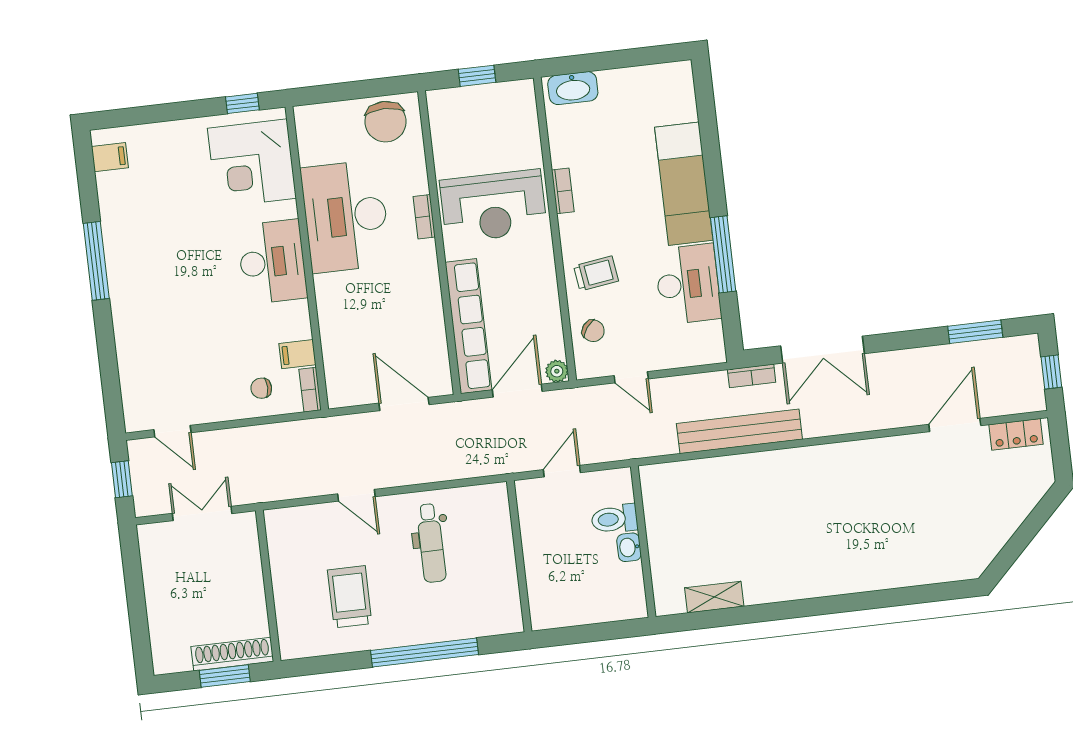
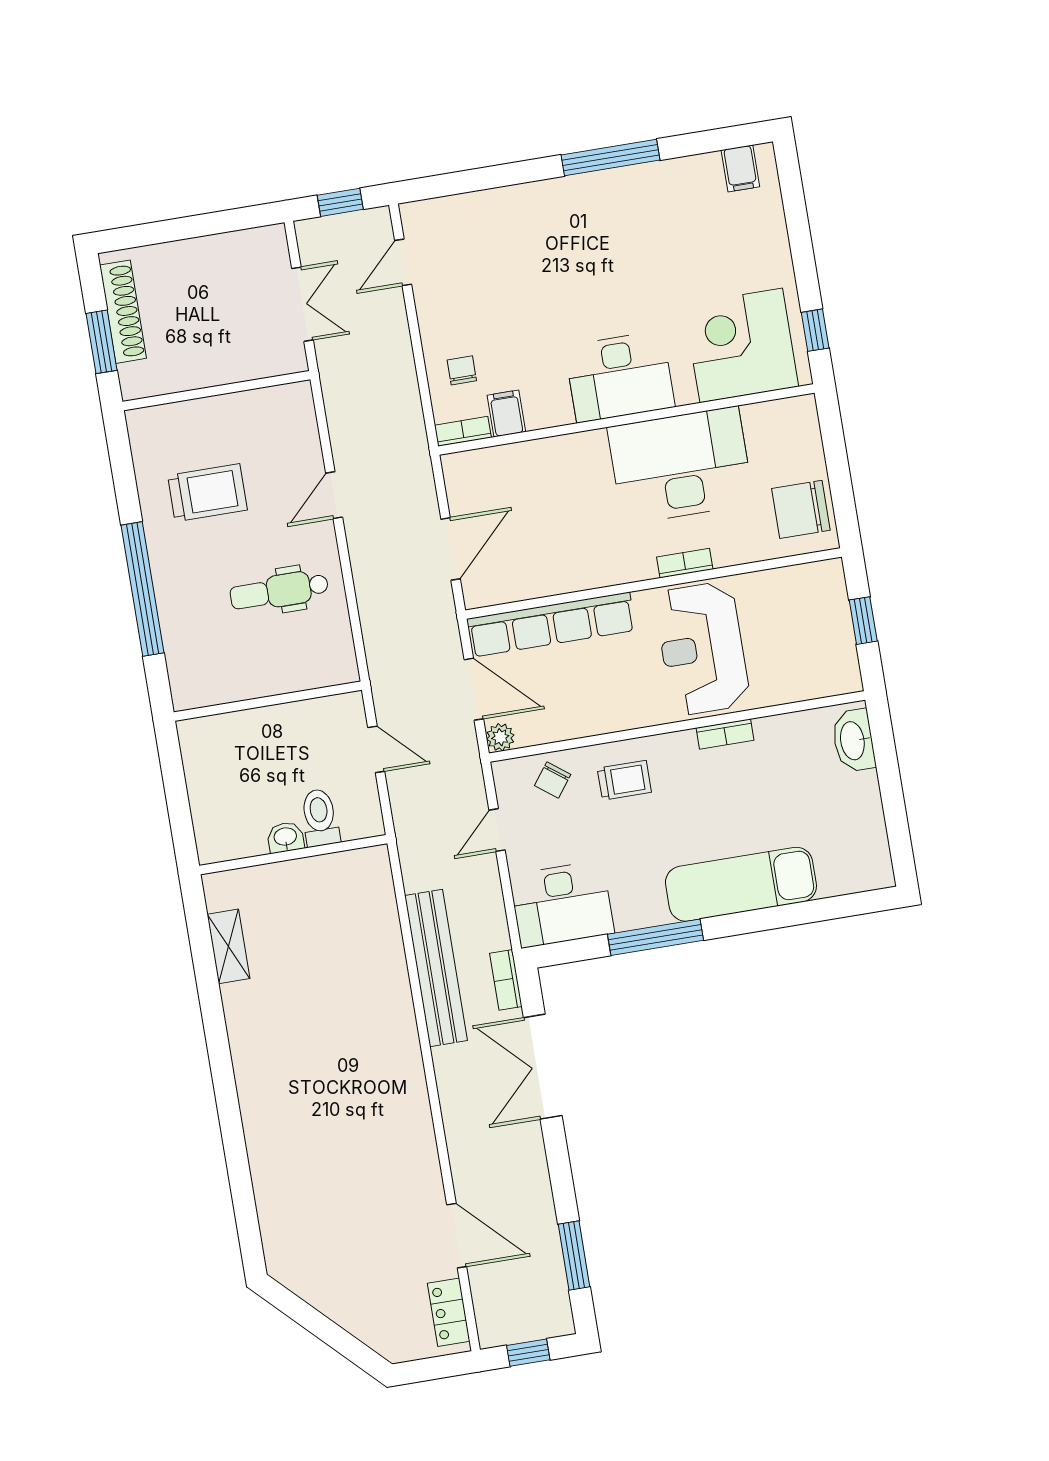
trolley: (596, 273) -> (624, 780), turned -82
desk: (688, 284) -> (562, 904), moved
shoe rack: (232, 654) -> (123, 312), moved

